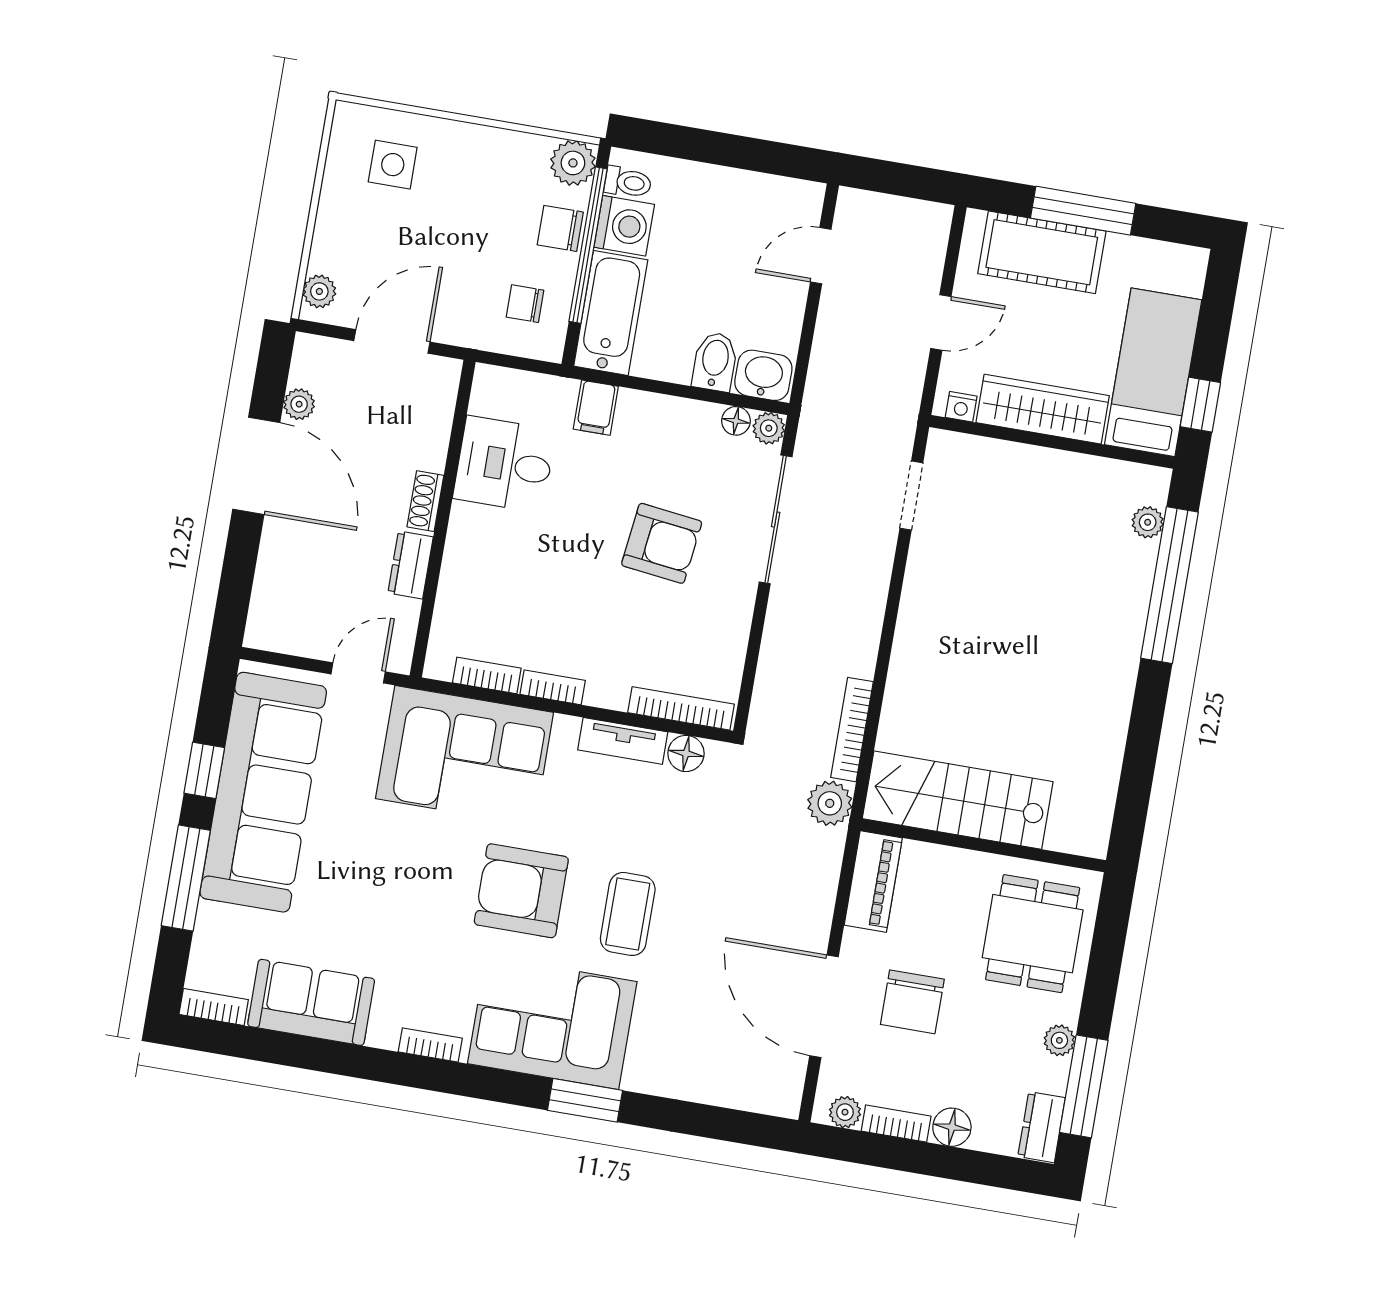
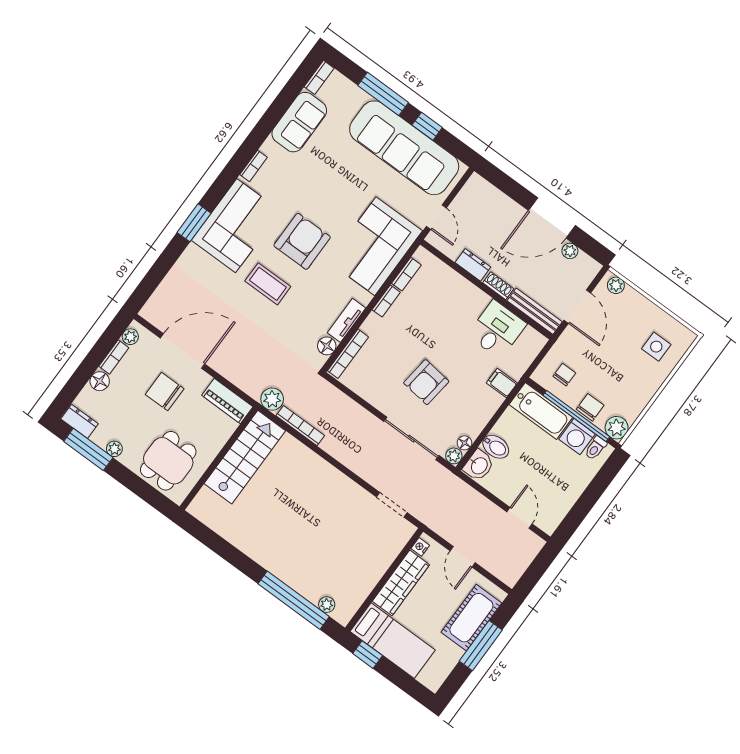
bench: (438, 413) -> (535, 311), added
dining table: (1033, 934) -> (168, 461), turned 90

